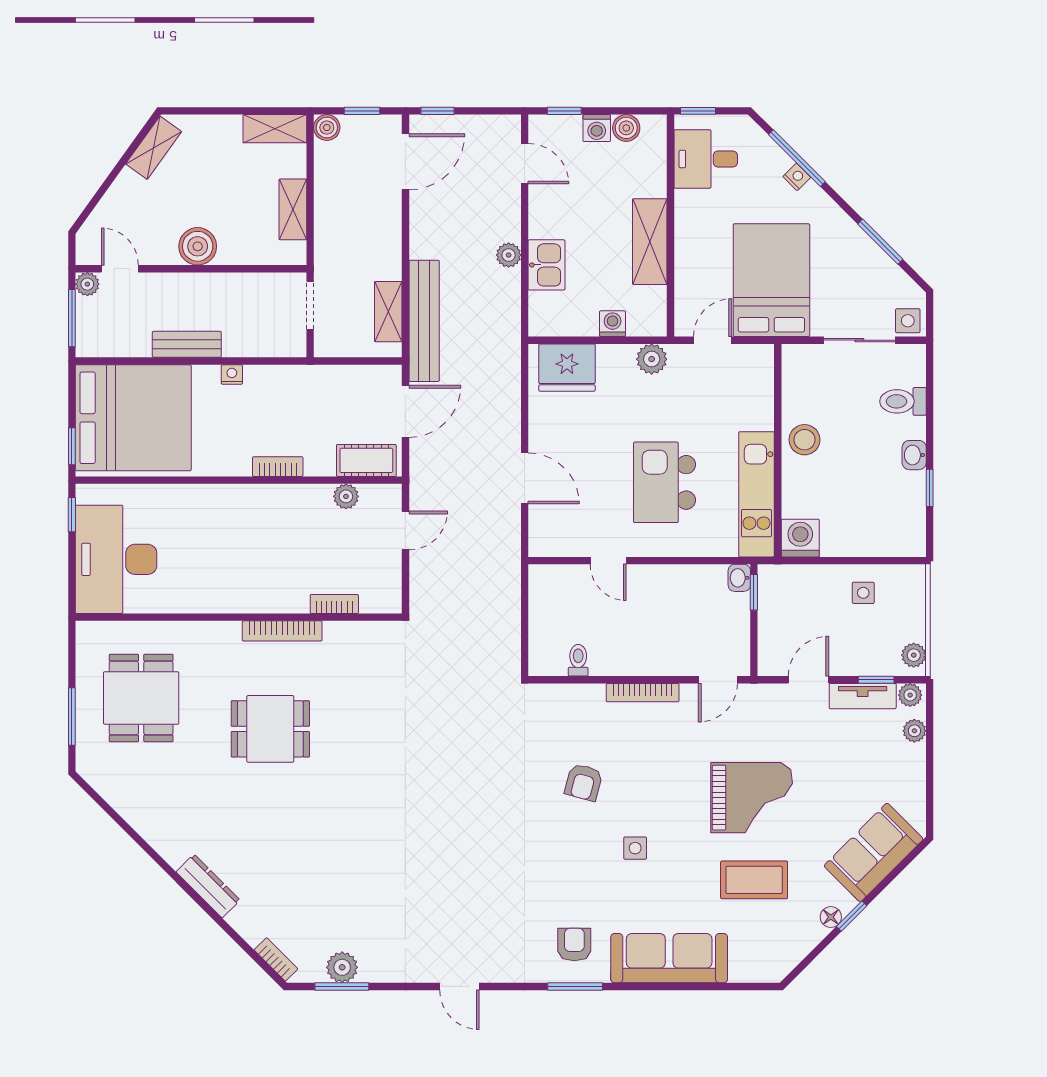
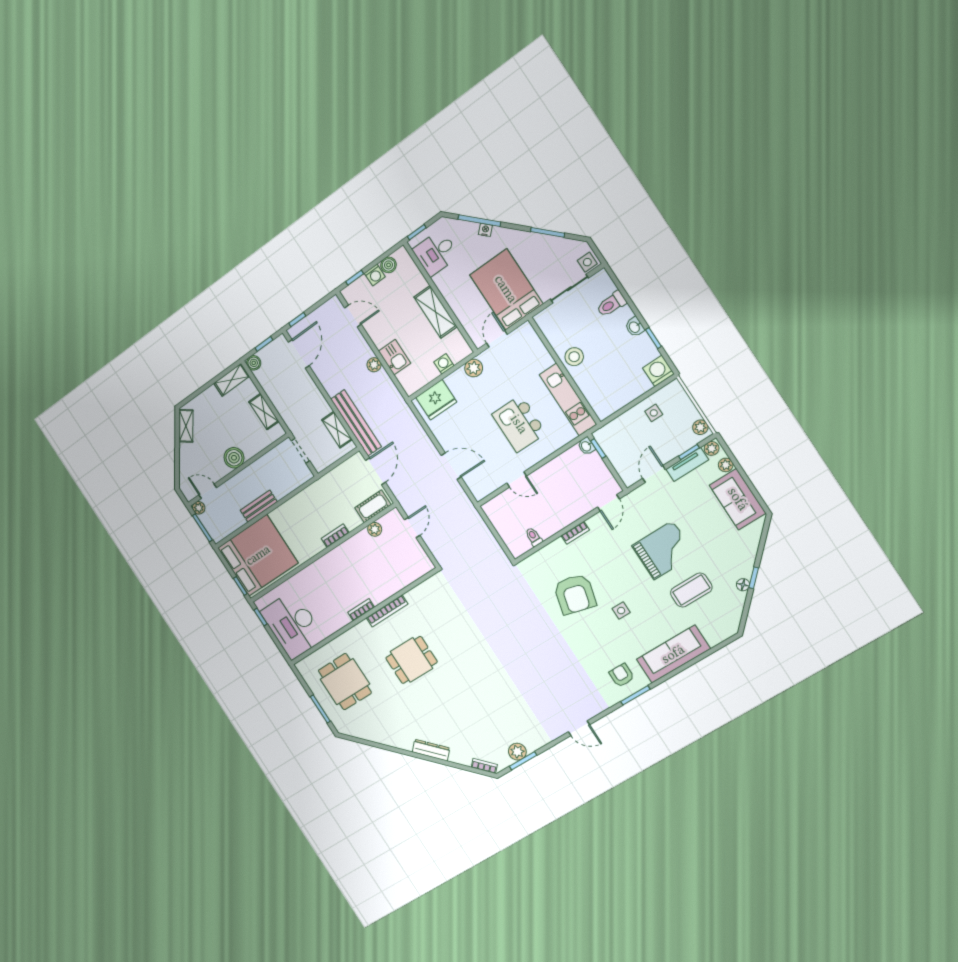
nightstand: (232, 374) -> (287, 507), removed
washing machine: (800, 538) -> (658, 371), moved
bookcase: (334, 604) -> (361, 610), moved
bookcase: (643, 693) -> (575, 533), width x0.64
armchair: (584, 782) -> (575, 594), width x1.88, depth x1.88
sofa: (874, 852) -> (738, 499), moved, turned -45

